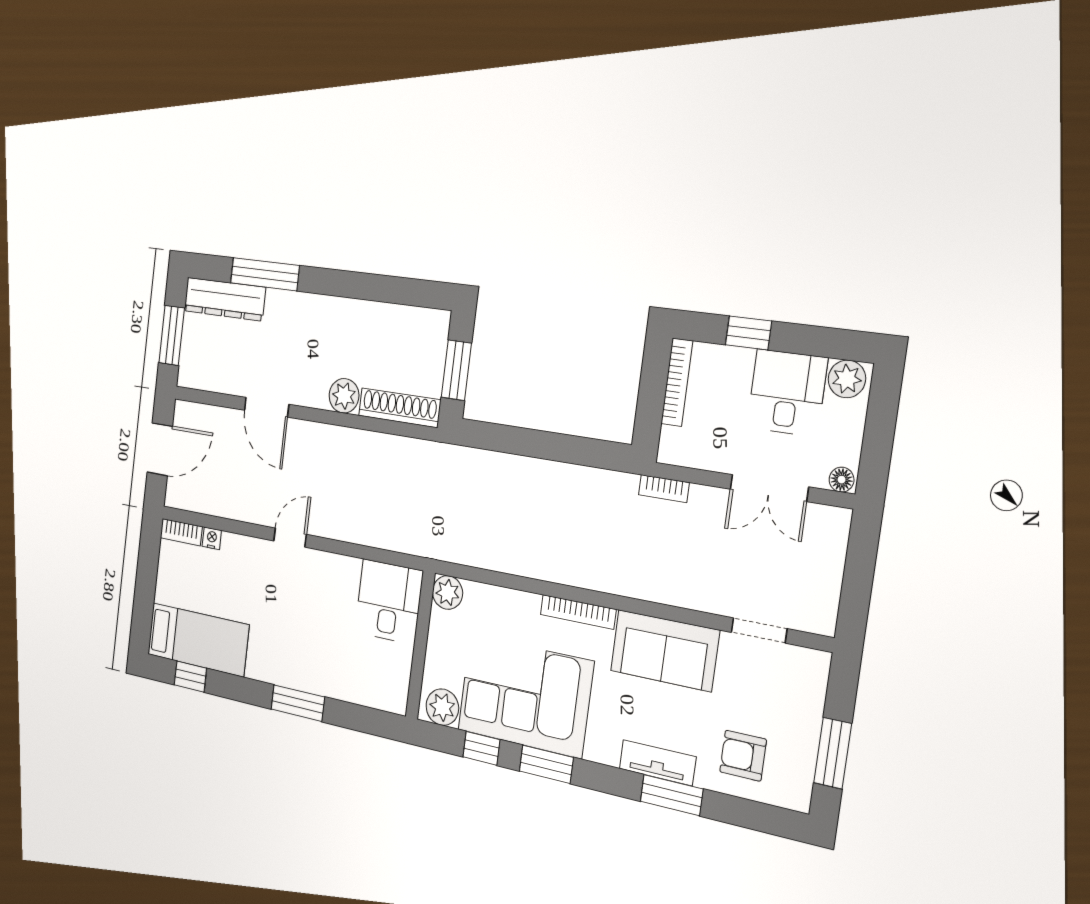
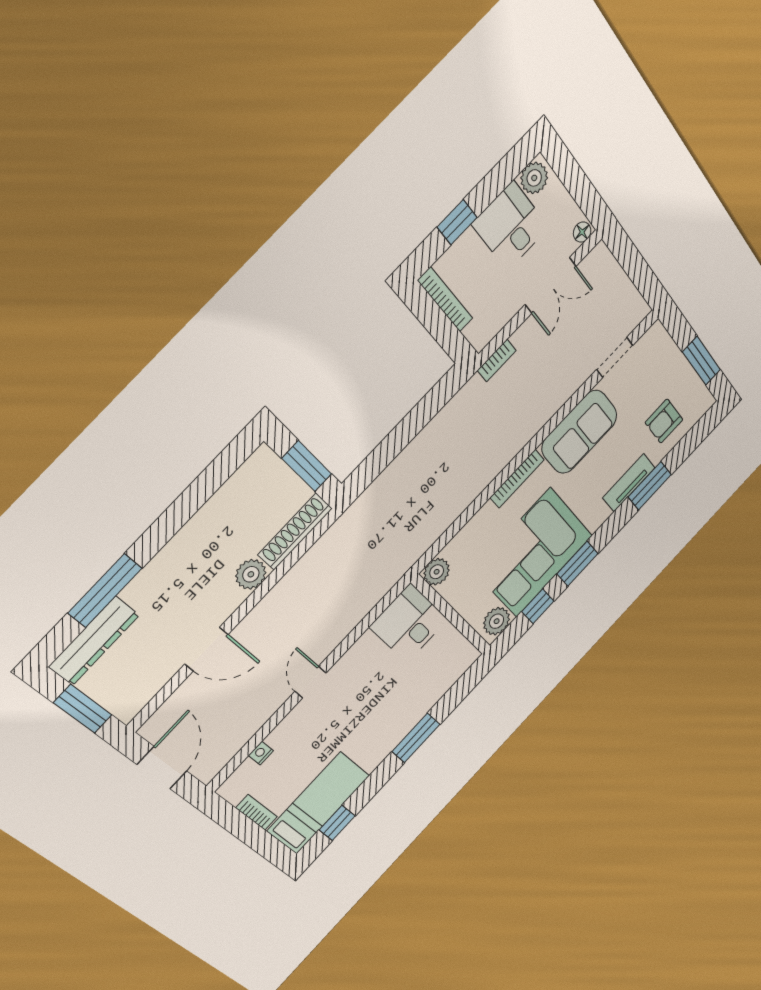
bookcase: (181, 532) -> (257, 812), moved, turned -90

